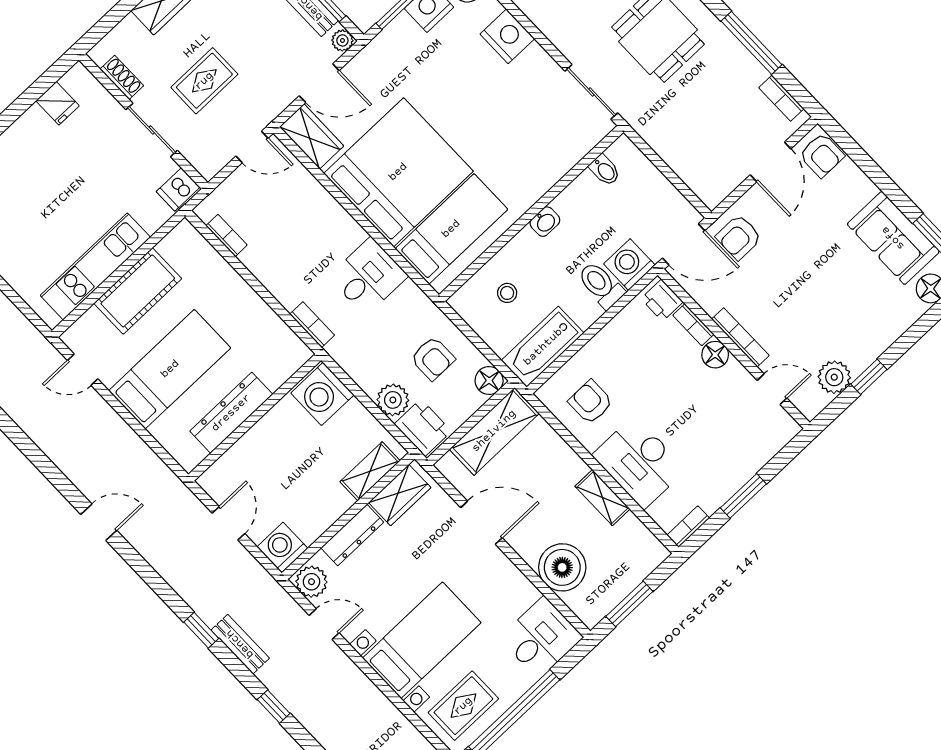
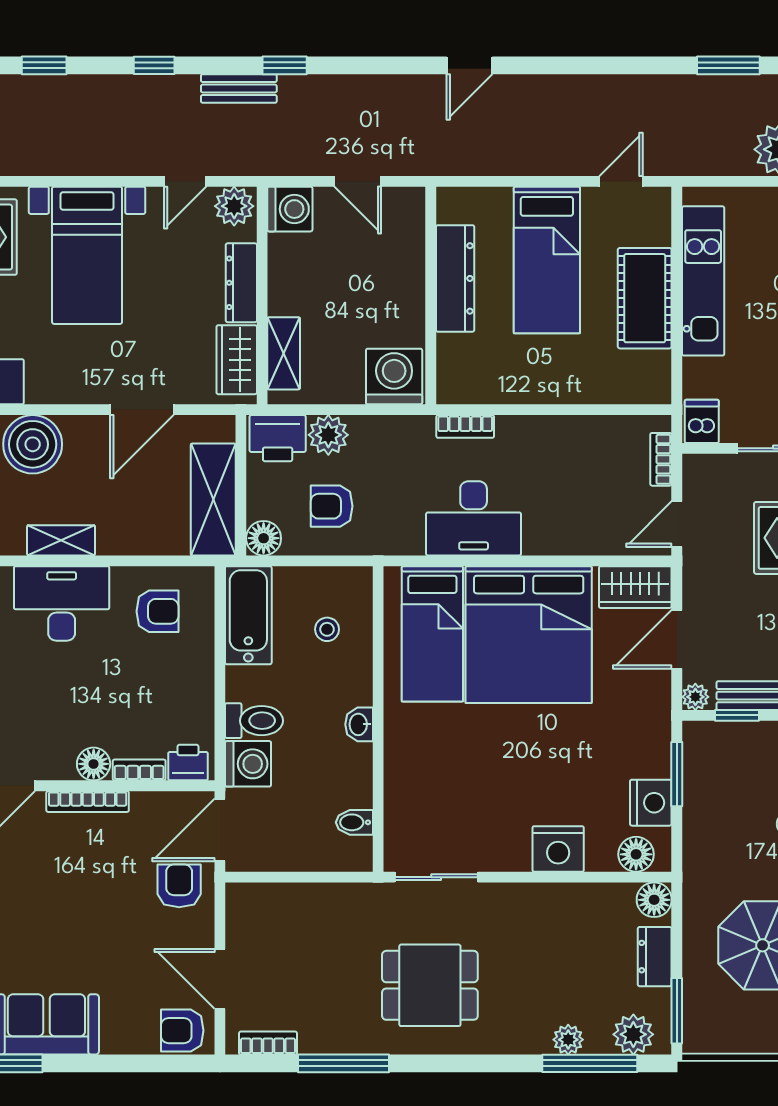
bookcase: (226, 235) -> (661, 459), moved, turned 90
desk: (368, 276) -> (474, 518), width x1.37

